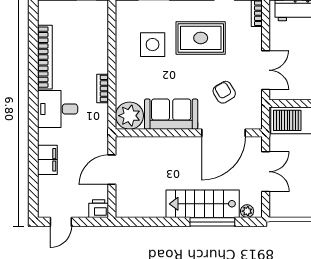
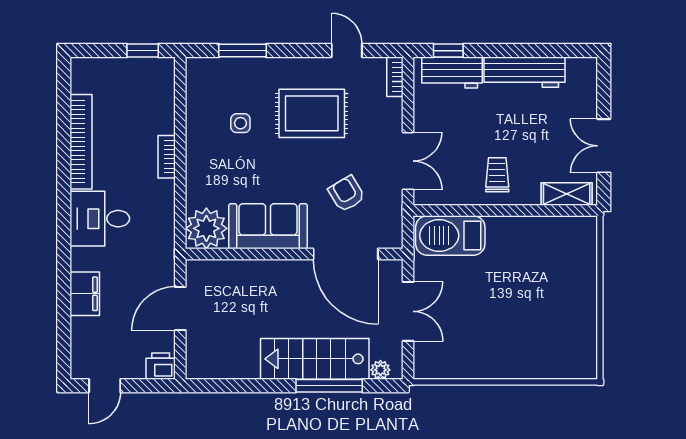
side table: (153, 45) -> (240, 123), width x0.54, depth x0.54
bookcase: (103, 88) -> (167, 157), moved
door: (224, 133) -> (346, 254), hinge flipped

